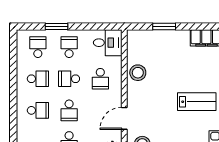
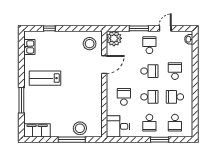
window: (164, 26) -> (72, 140), width x1.44
stool: (138, 73) -> (80, 128), moved
school desk: (38, 110) -> (175, 71), turned 90
school desk: (69, 110) -> (149, 71), turned 90

